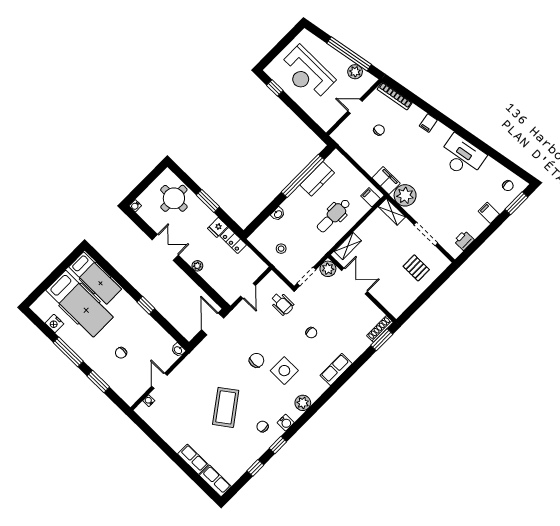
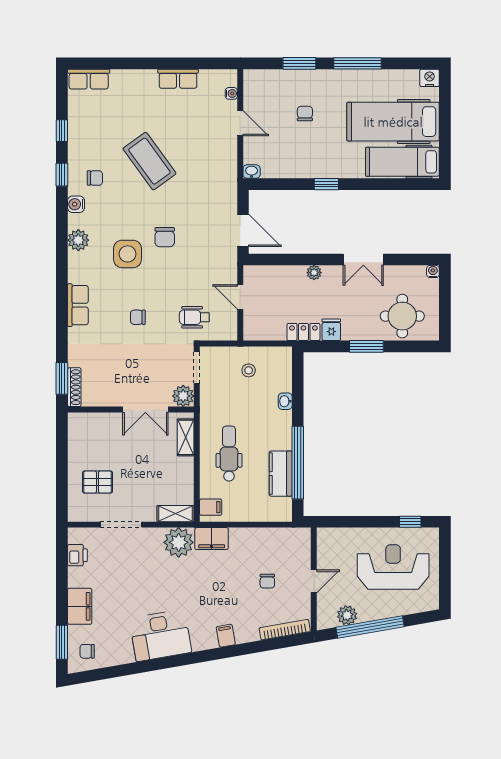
filing cabinet: (489, 213) -> (80, 606), width x2.00
nightstand: (54, 323) -> (430, 78), moved
row of seats: (193, 459) -> (178, 79), moved

